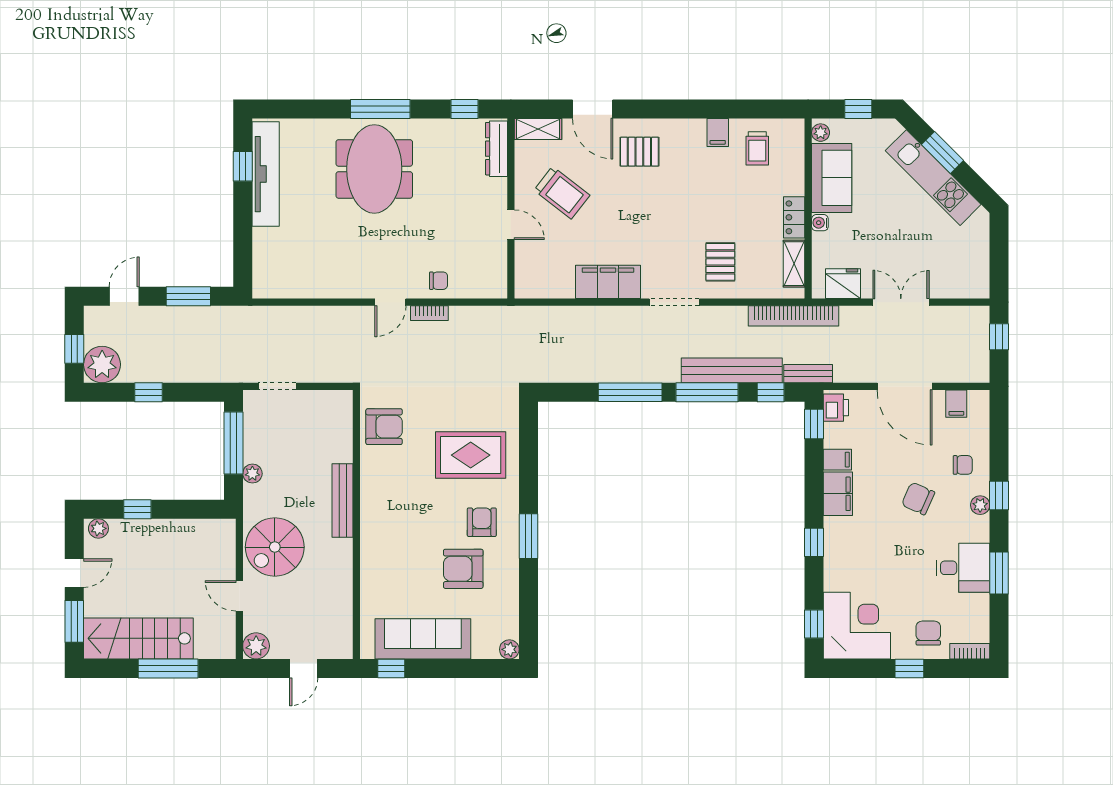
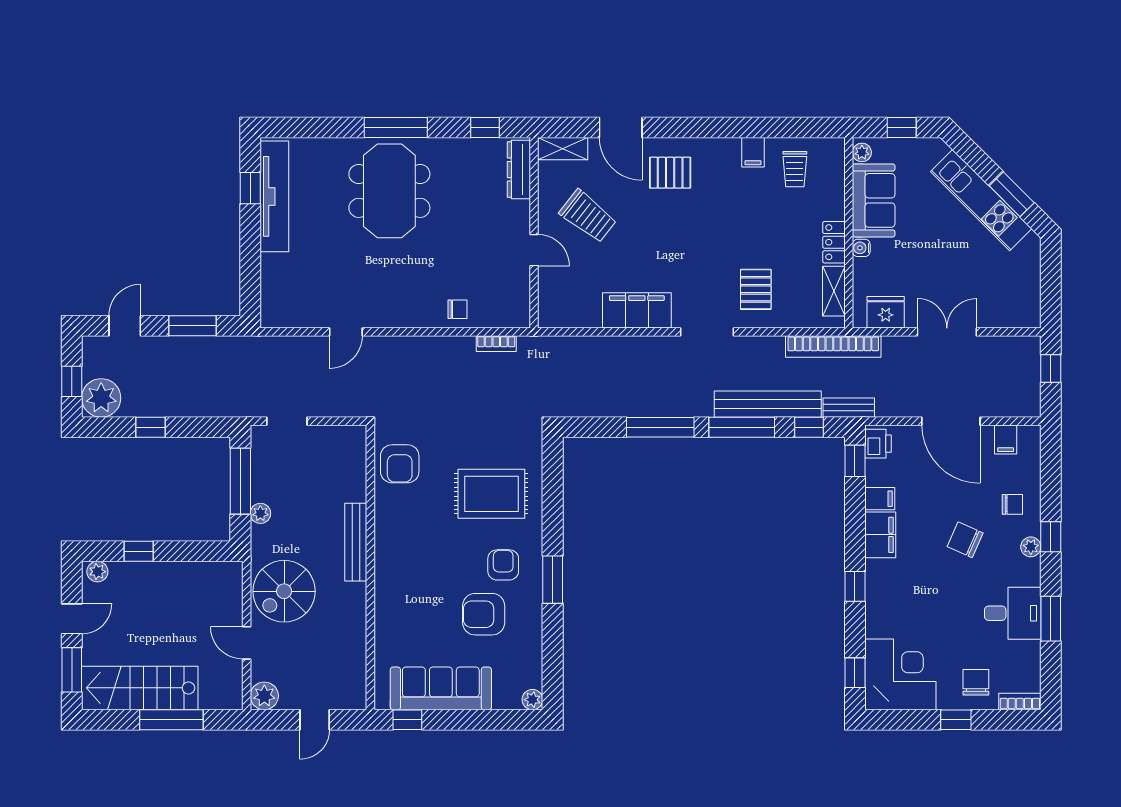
window: (943, 153) -> (1012, 194), moved
door: (390, 302) -> (346, 332), moved
bookcase: (429, 313) -> (496, 344), moved
armchair: (384, 427) -> (400, 464), turned 90

